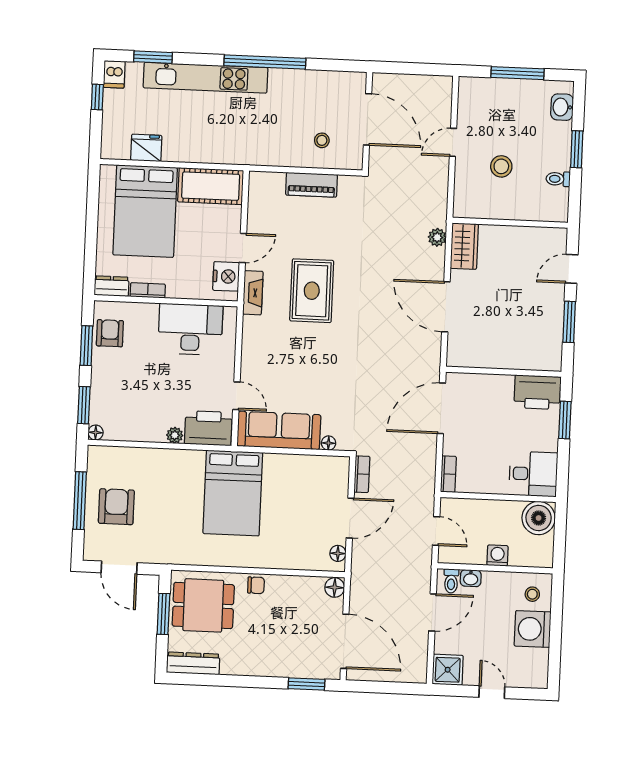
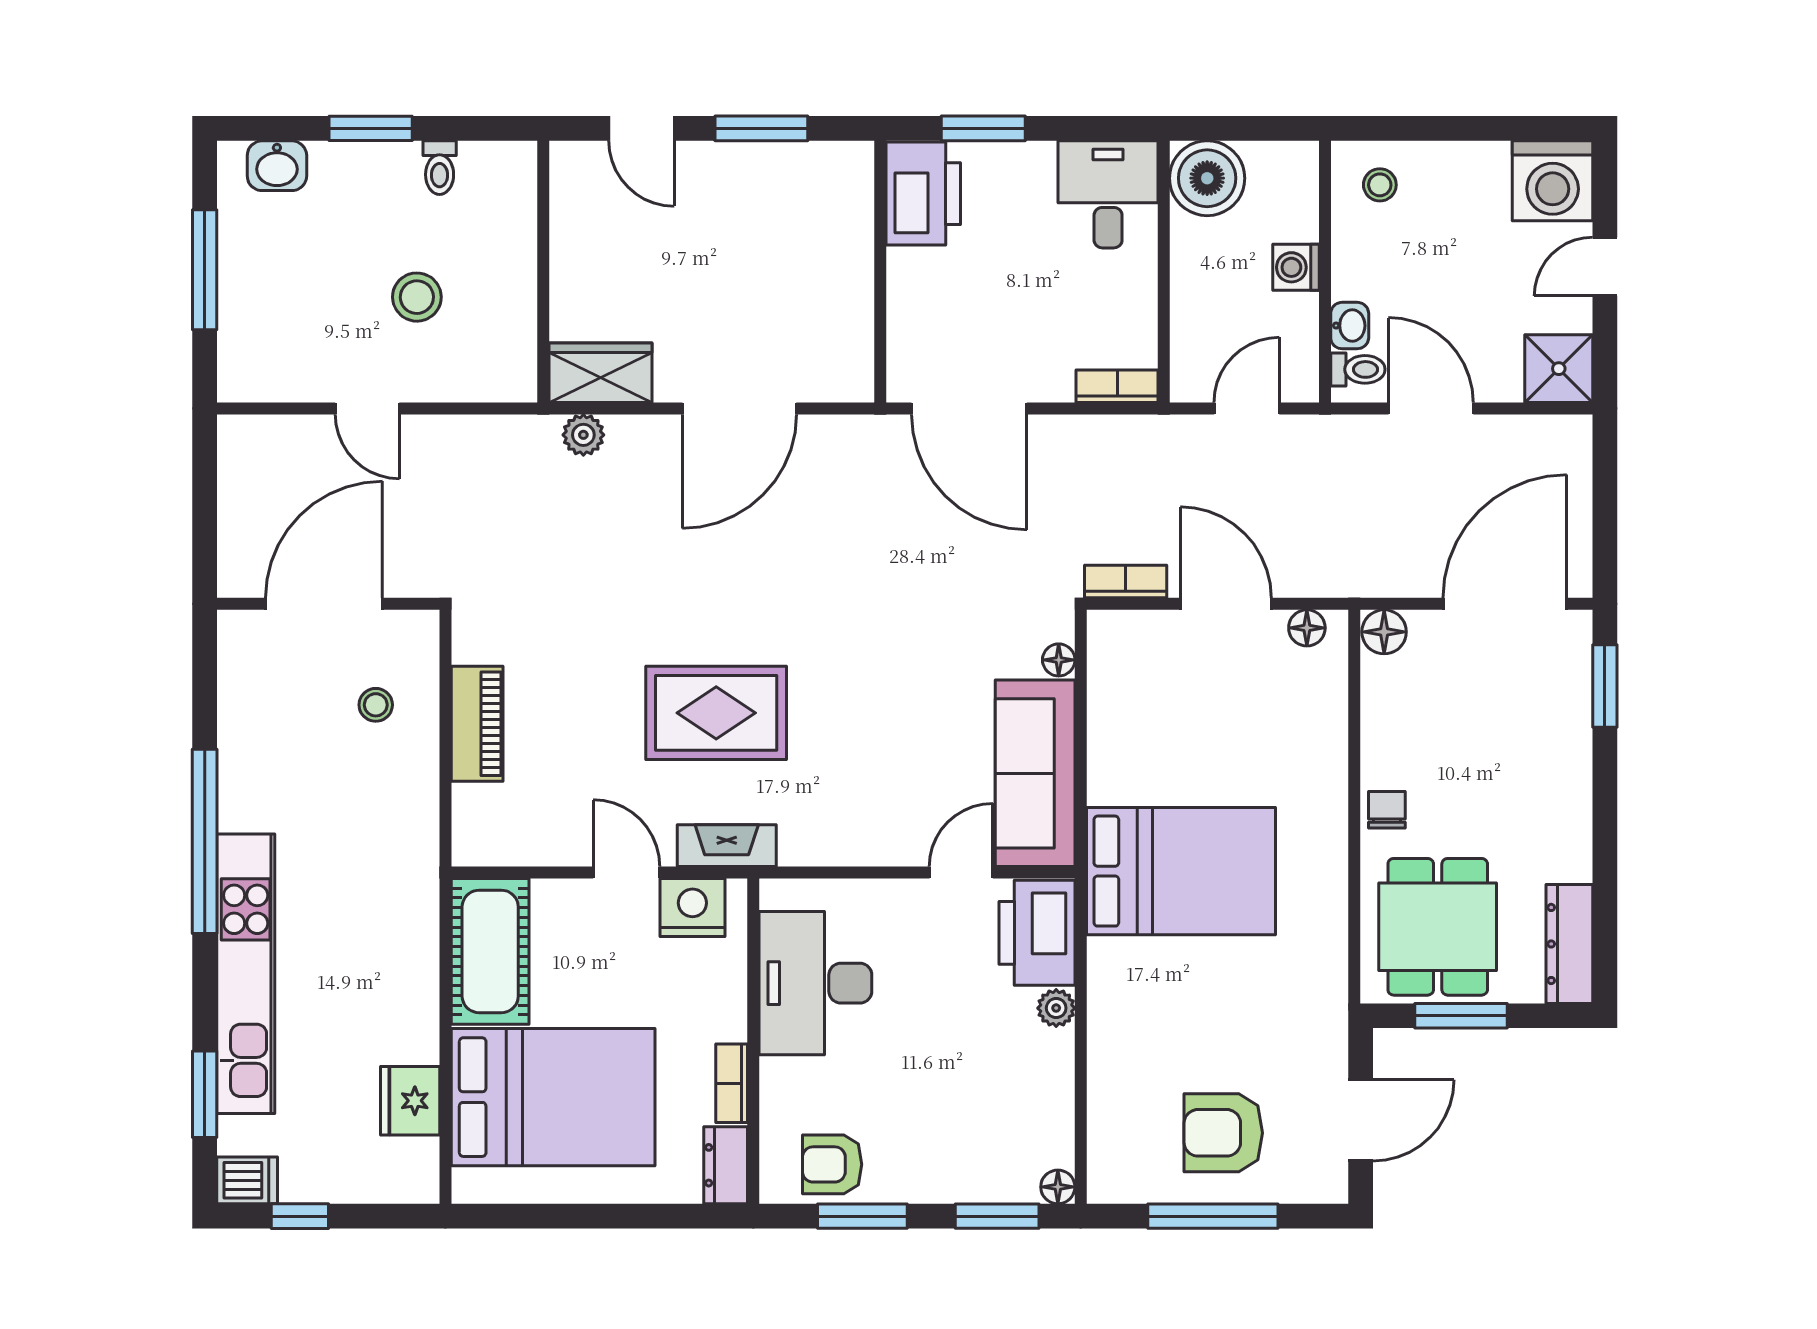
washing machine: (533, 629) -> (1553, 181), moved

